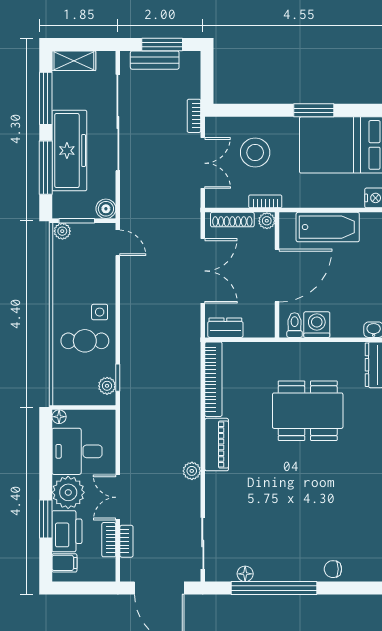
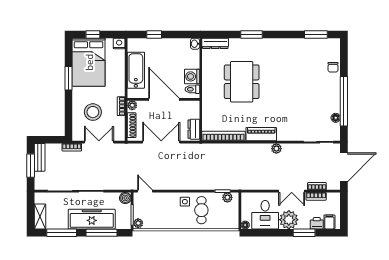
bench: (155, 60) -> (40, 157), moved
door: (118, 243) -> (145, 191), hinge flipped
printer: (67, 531) -> (317, 223), width x0.53, depth x0.68

